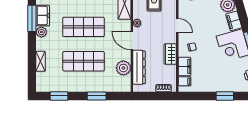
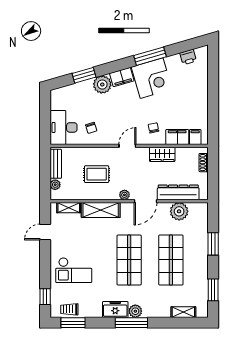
window: (32, 18) -> (131, 323), moved
shelving: (41, 61) -> (183, 312), moved
window: (225, 96) -> (213, 88), removed

